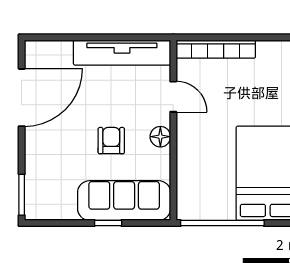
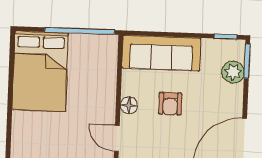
plant: (38, 181) -> (233, 72), added
window: (108, 223) -> (226, 37), moved

